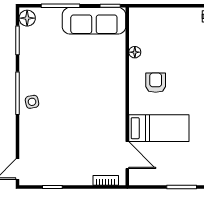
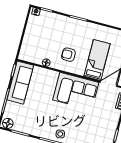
corner sofa: (103, 108) -> (76, 91), added

